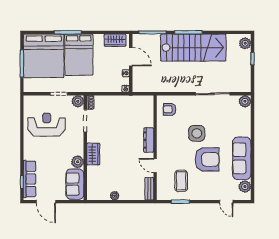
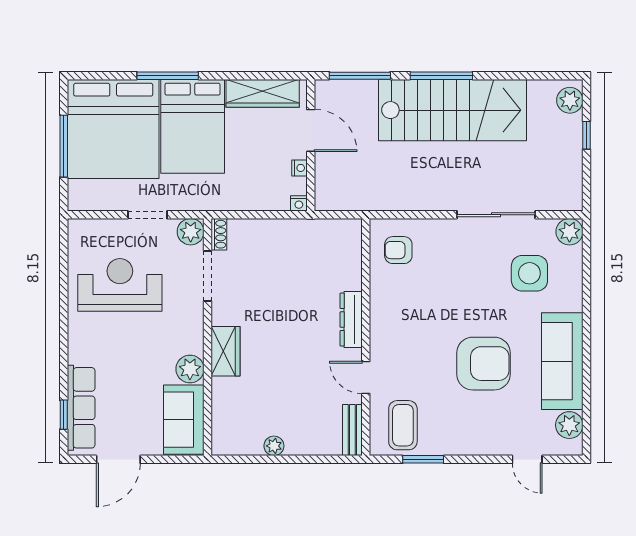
wardrobe: (115, 40) -> (263, 93), width x1.50
side table: (197, 133) -> (529, 273), moved
coffee table: (181, 181) -> (403, 425), moved
door: (46, 202) -> (118, 459), hinge flipped

